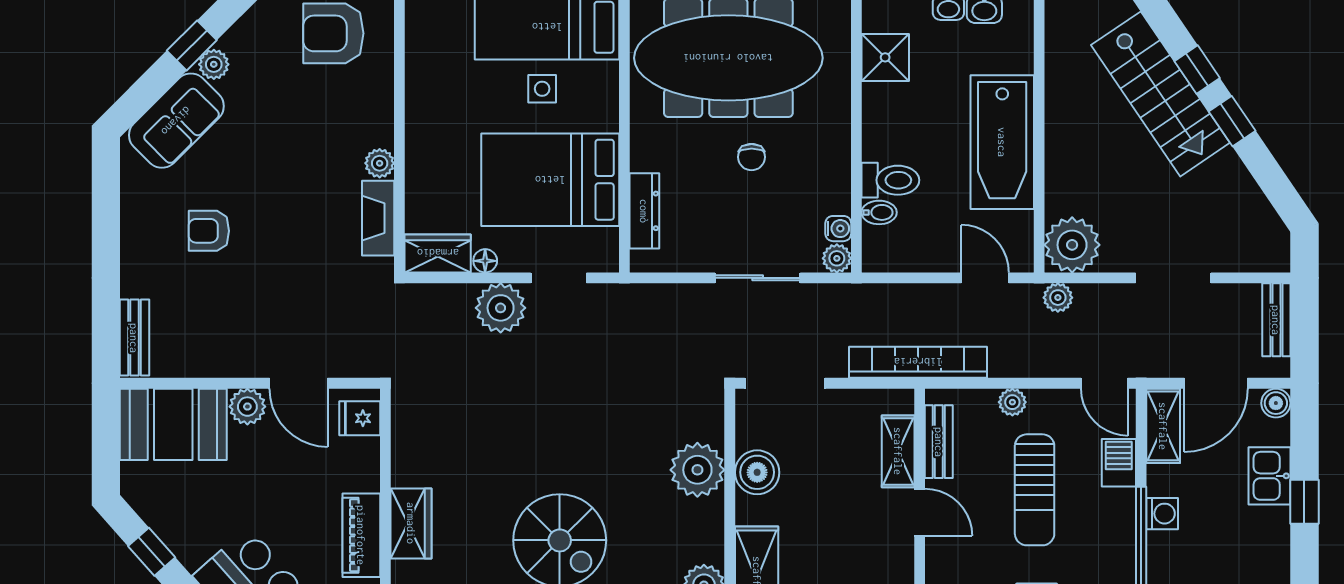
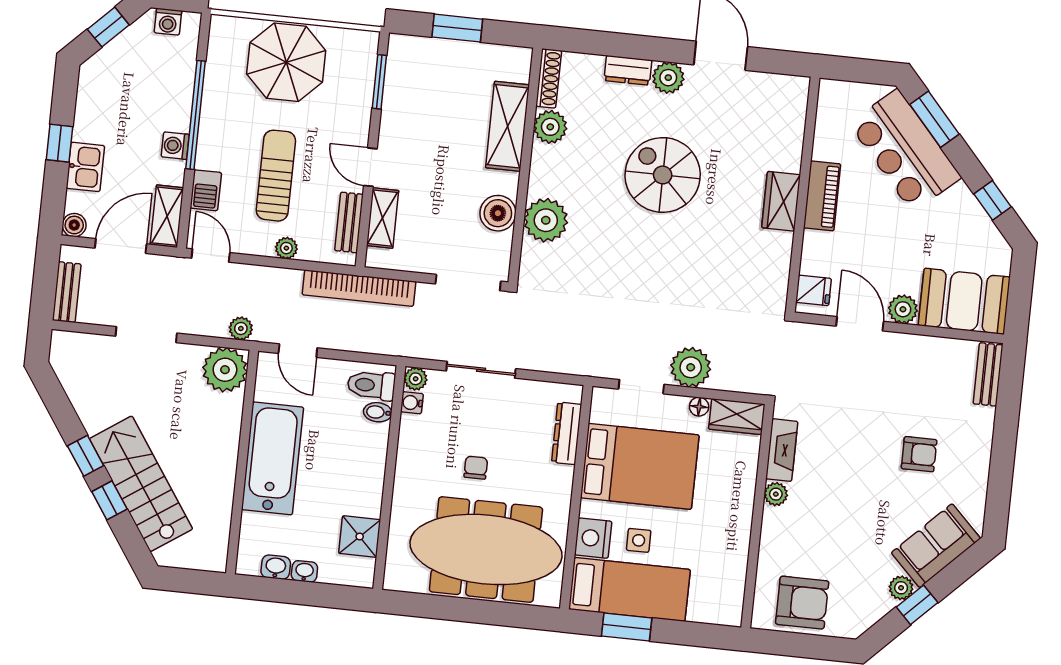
nightstand: (598, 86) -> (593, 538), added
toilet: (890, 180) -> (371, 385), moved

